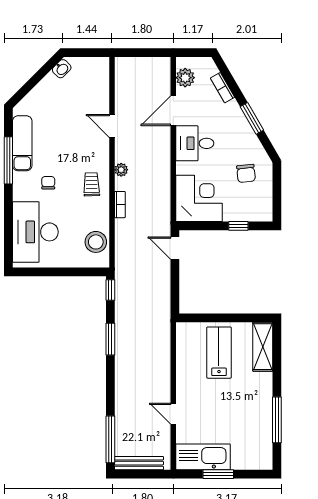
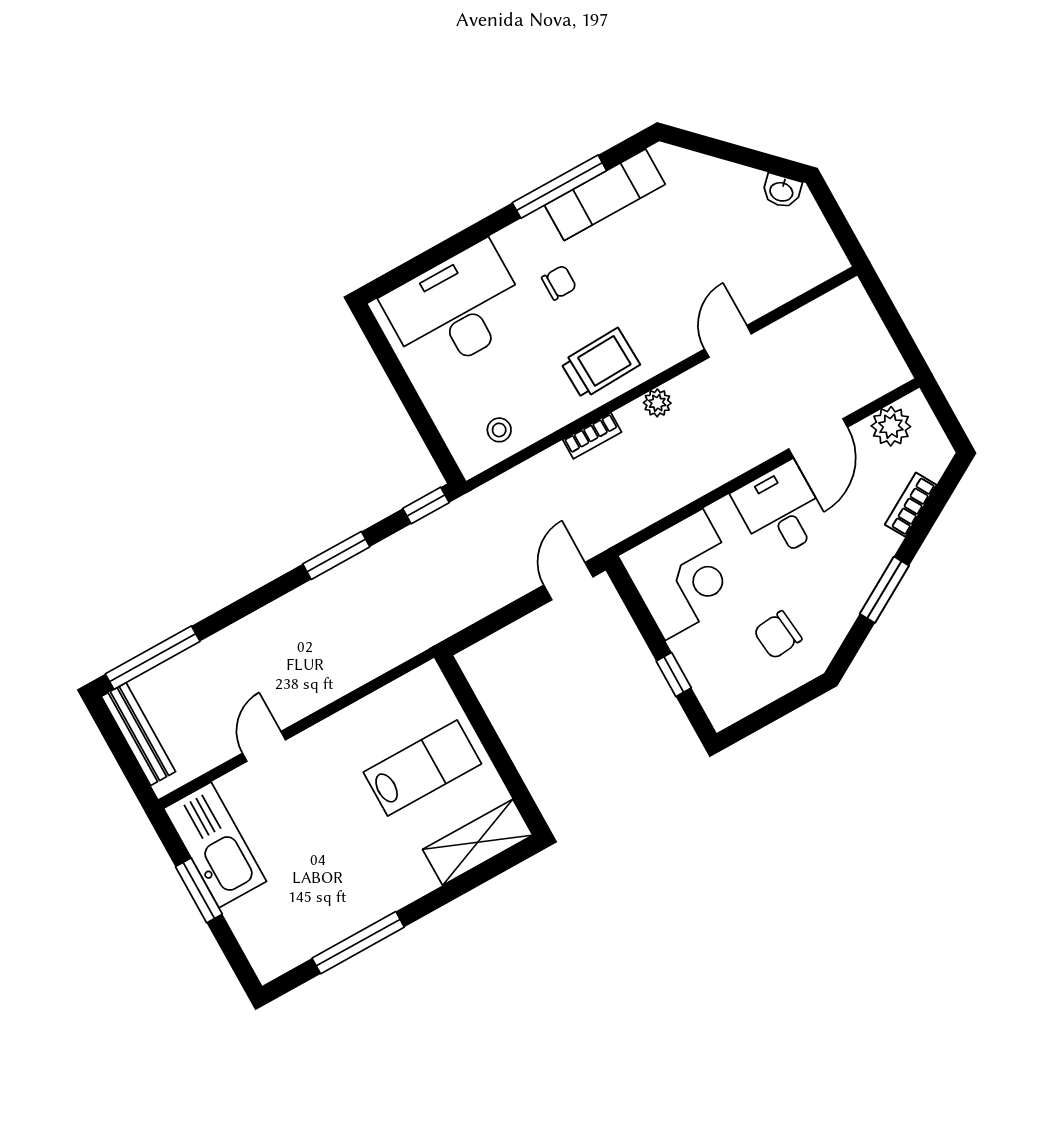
door: (173, 111) -> (818, 438), swing flipped
trolley: (92, 184) -> (600, 363), width x1.36, depth x1.39
stool: (96, 242) -> (499, 430), width x0.53, depth x0.53

